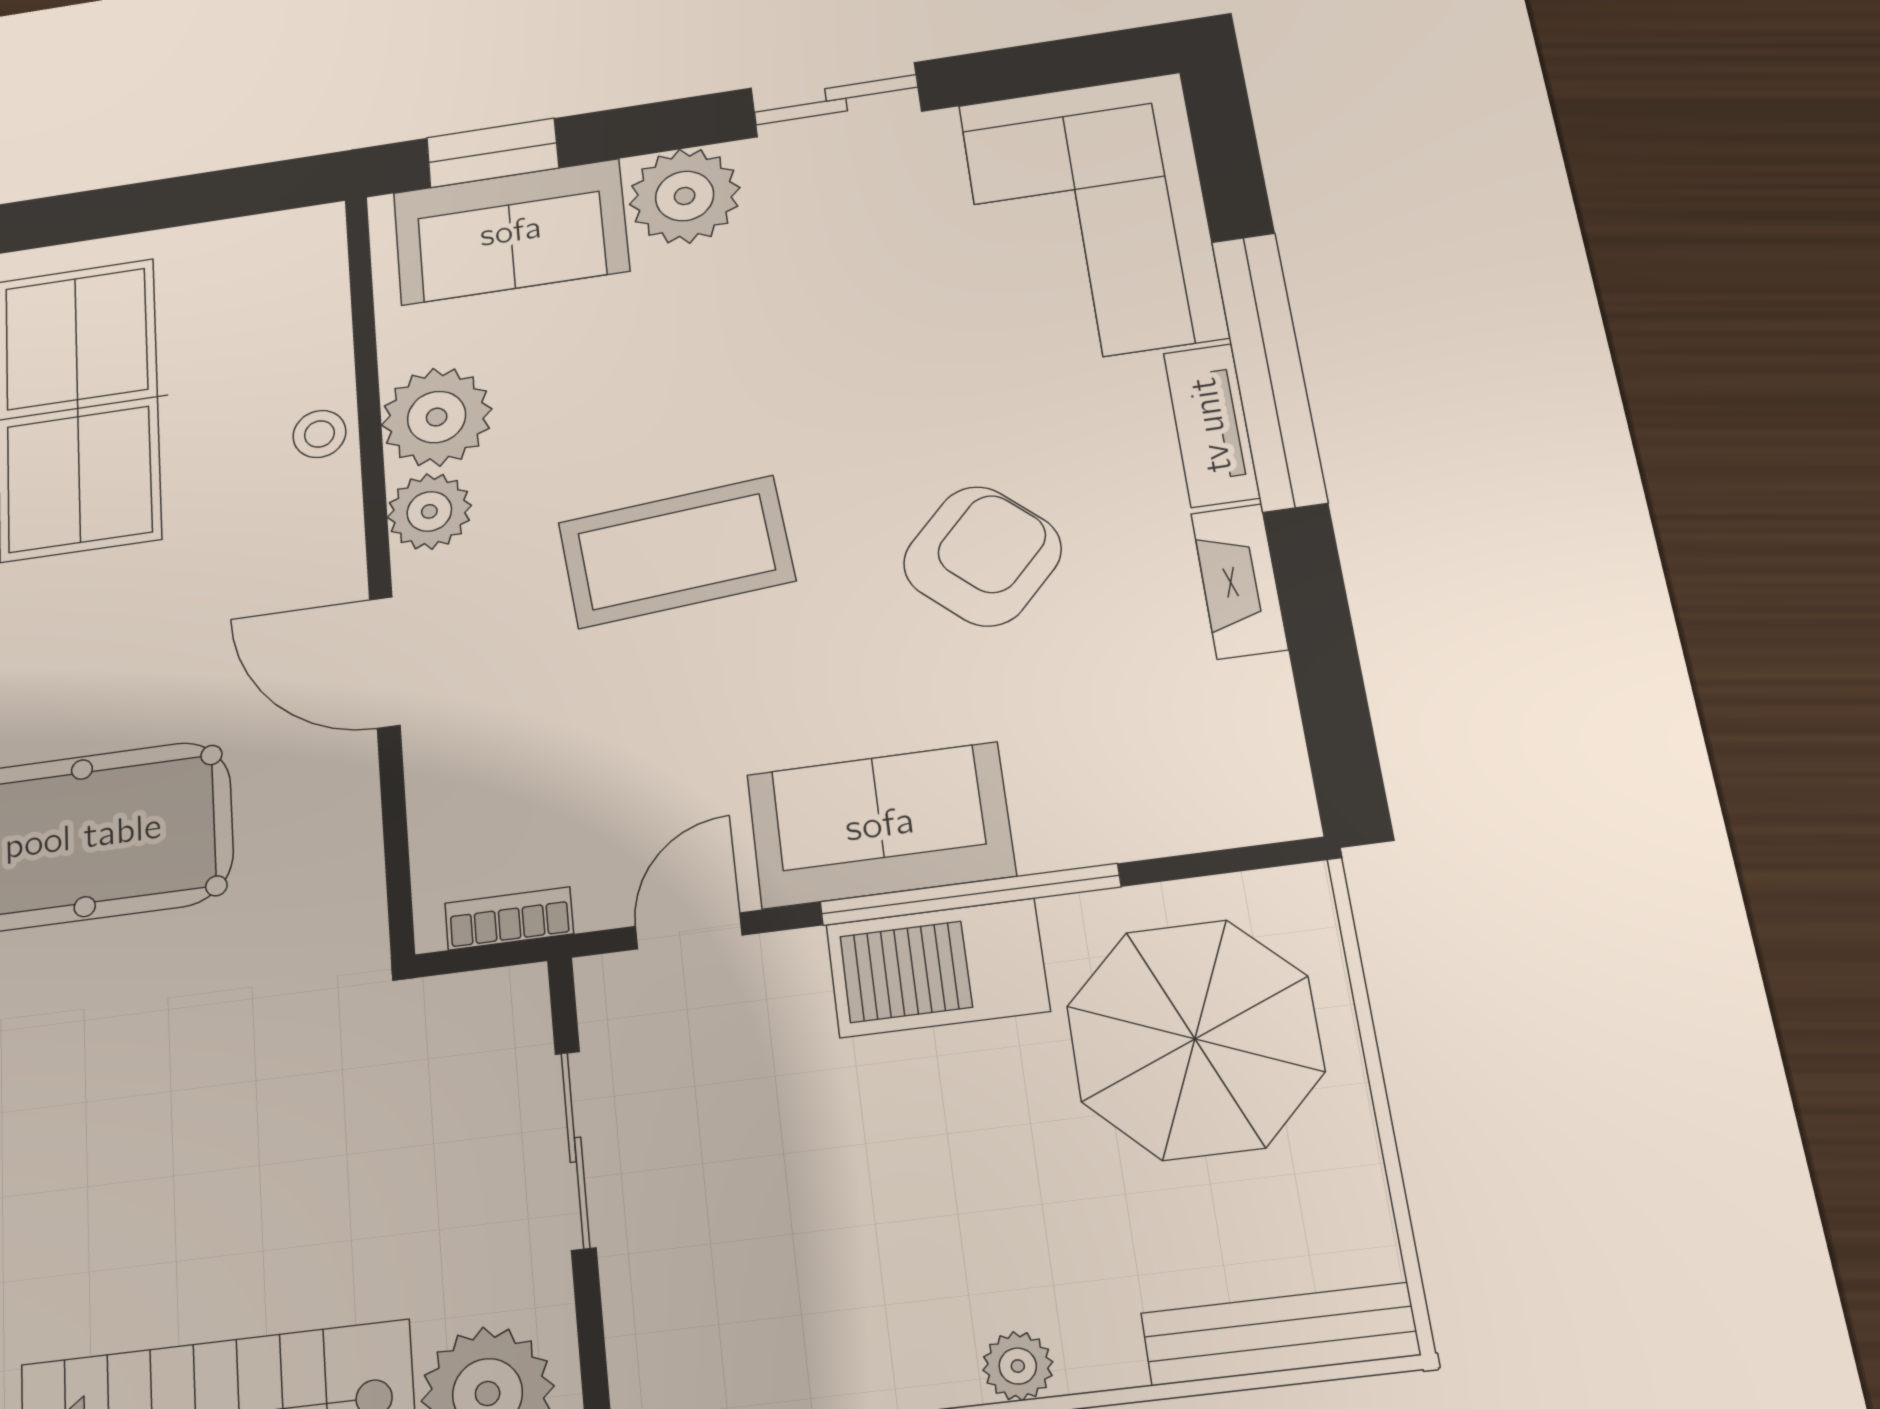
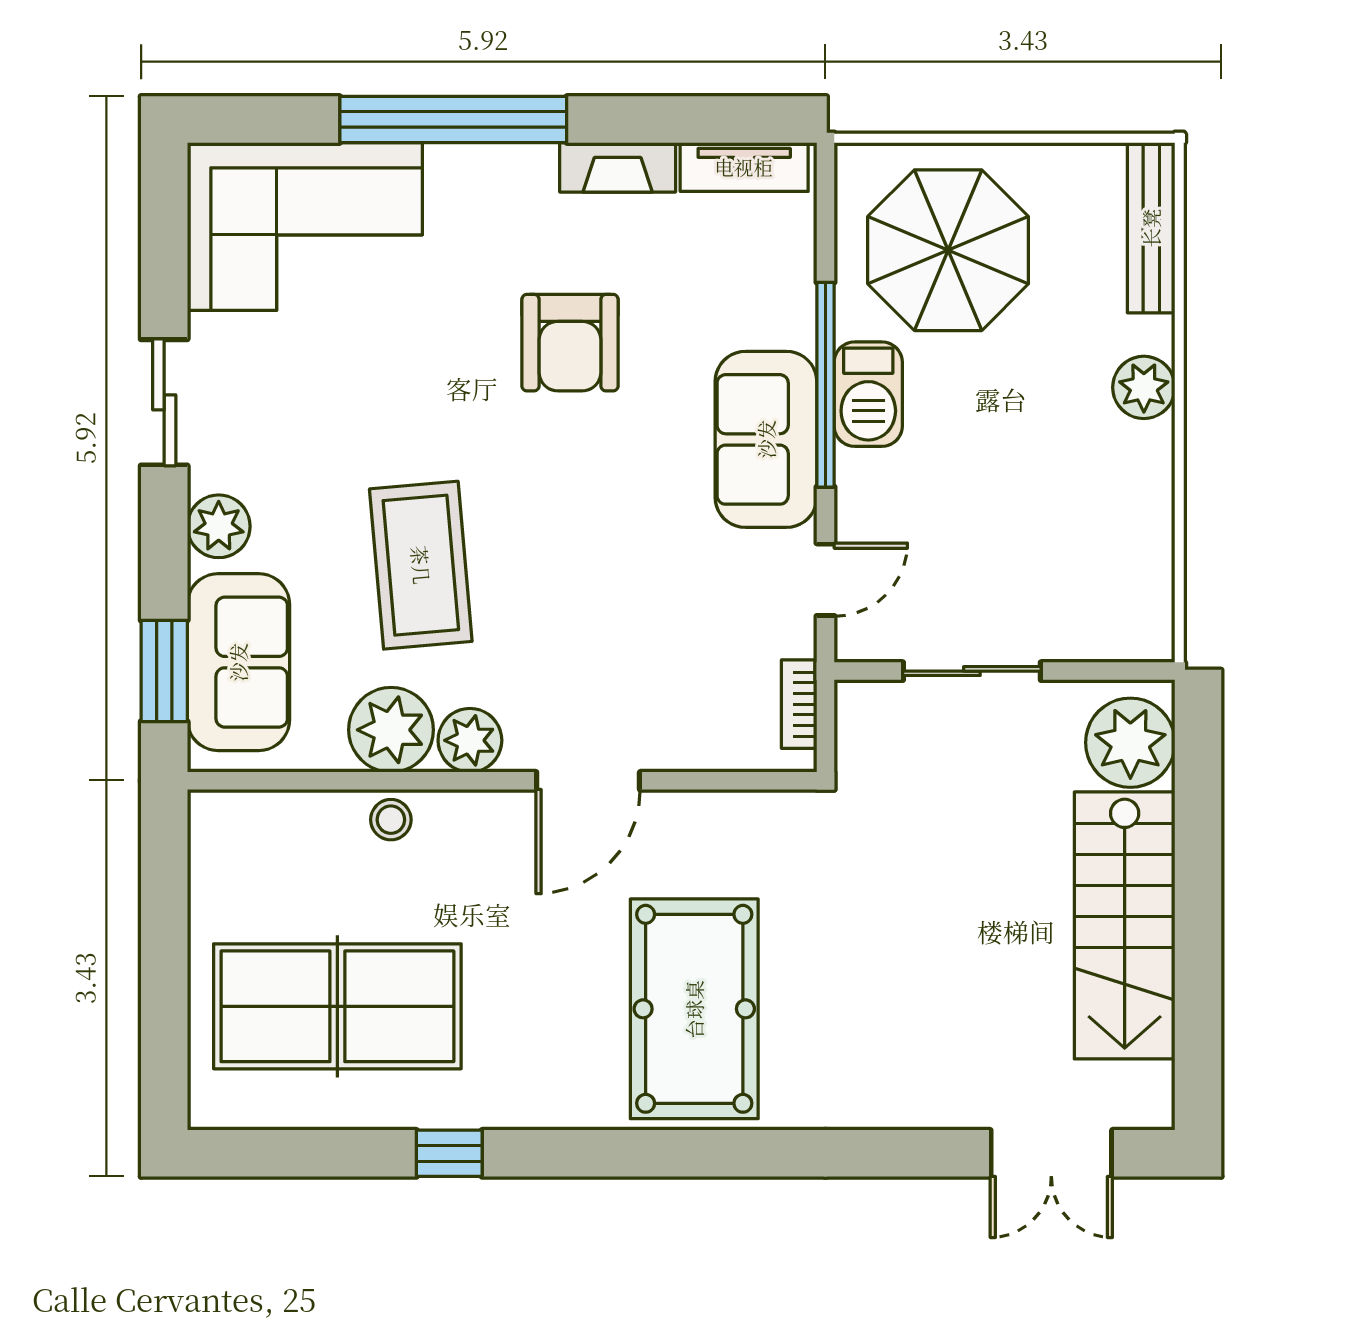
plant: (685, 196) -> (219, 526), width x0.73, depth x0.73
tv unit: (1211, 425) -> (744, 167), moved
coffee table: (676, 552) -> (421, 565), moved
armchair: (982, 556) -> (570, 343), turned -133
door: (689, 931) -> (826, 580), swing flipped
barbecue: (937, 968) -> (868, 394), width x0.73, depth x0.83
plant: (1018, 1366) -> (1144, 387), width x1.38, depth x1.38

